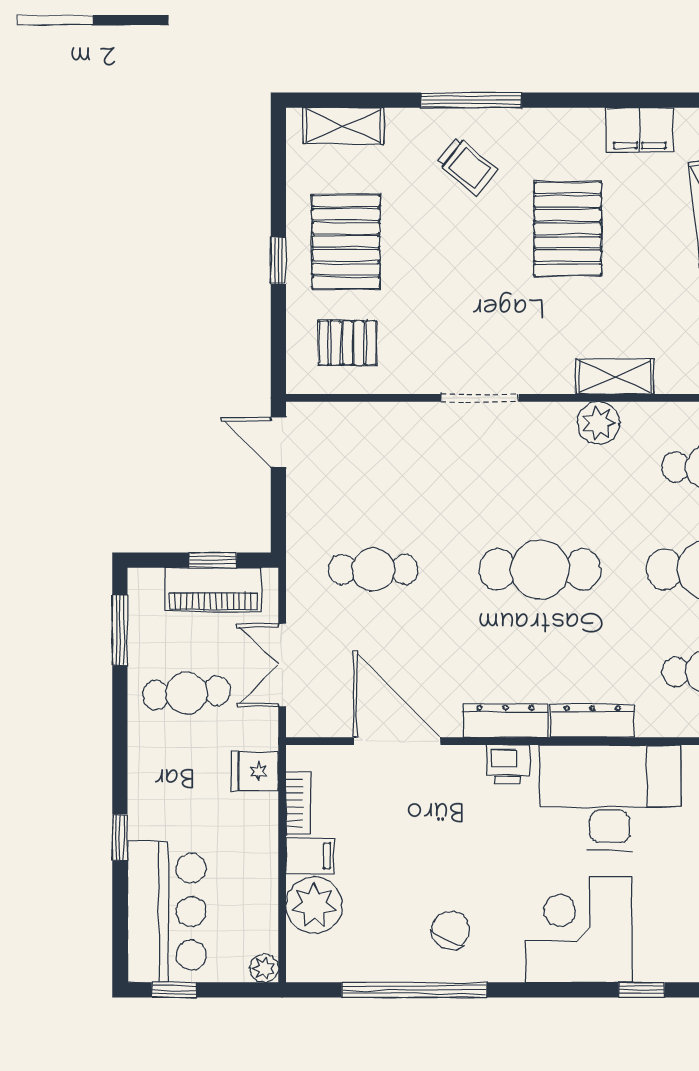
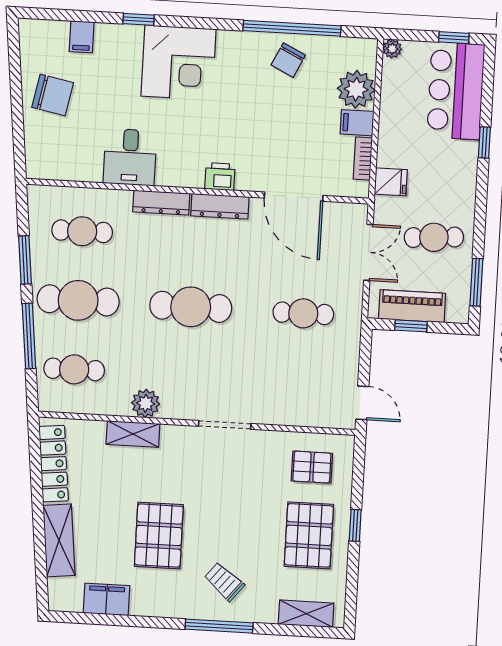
desk: (610, 798) -> (130, 157), width x0.53, depth x0.77
chair: (451, 930) -> (288, 60), moved

